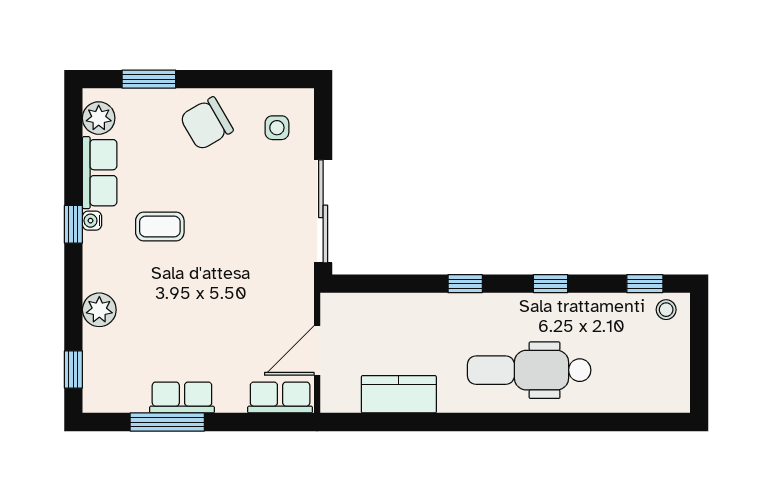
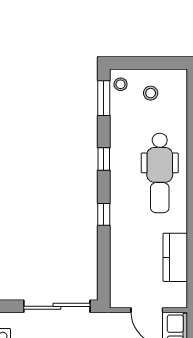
window: (645, 284) -> (104, 98), width x1.50
stool: (653, 356) -> (151, 93), added

